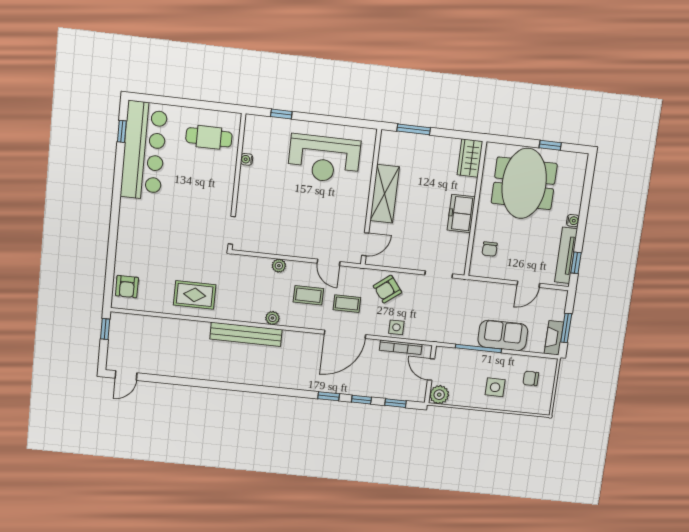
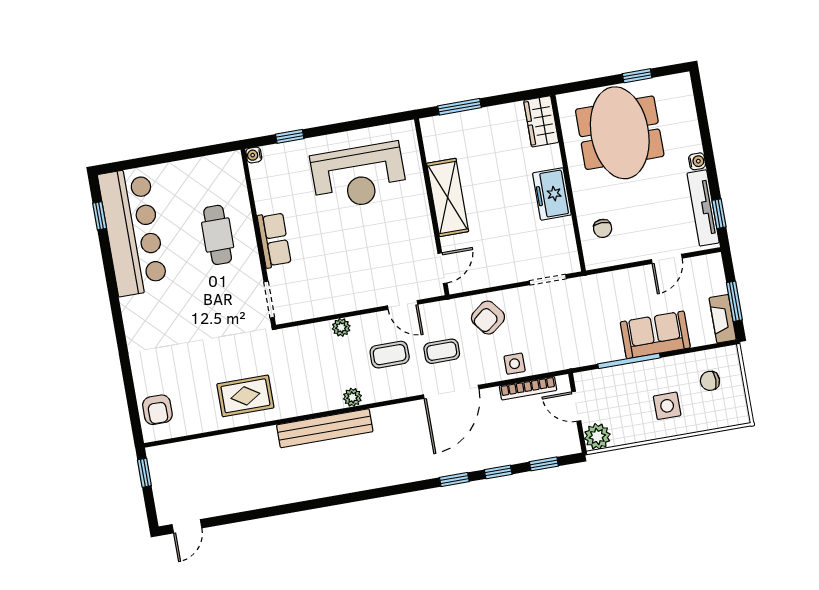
cafe table: (209, 137) -> (218, 235), moved, turned 90
water cooler: (247, 159) -> (254, 155), moved
row of seats: (248, 188) -> (274, 240), added

